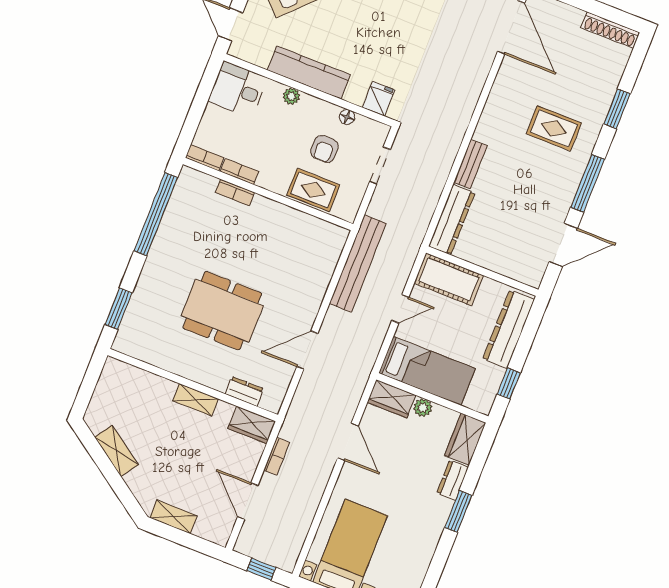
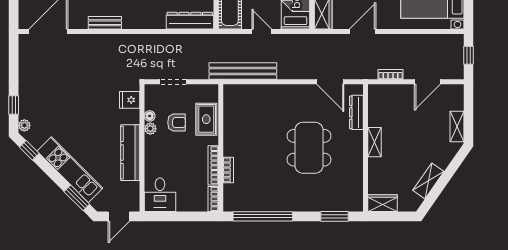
plant: (291, 96) -> (150, 129), moved
bench: (470, 164) -> (105, 23), moved
bookcase: (240, 172) -> (213, 165), width x1.56
door: (307, 350) -> (330, 82), moved
dresser: (244, 391) -> (356, 112), width x1.44
wardrobe: (252, 425) -> (383, 203), moved, turned -90

